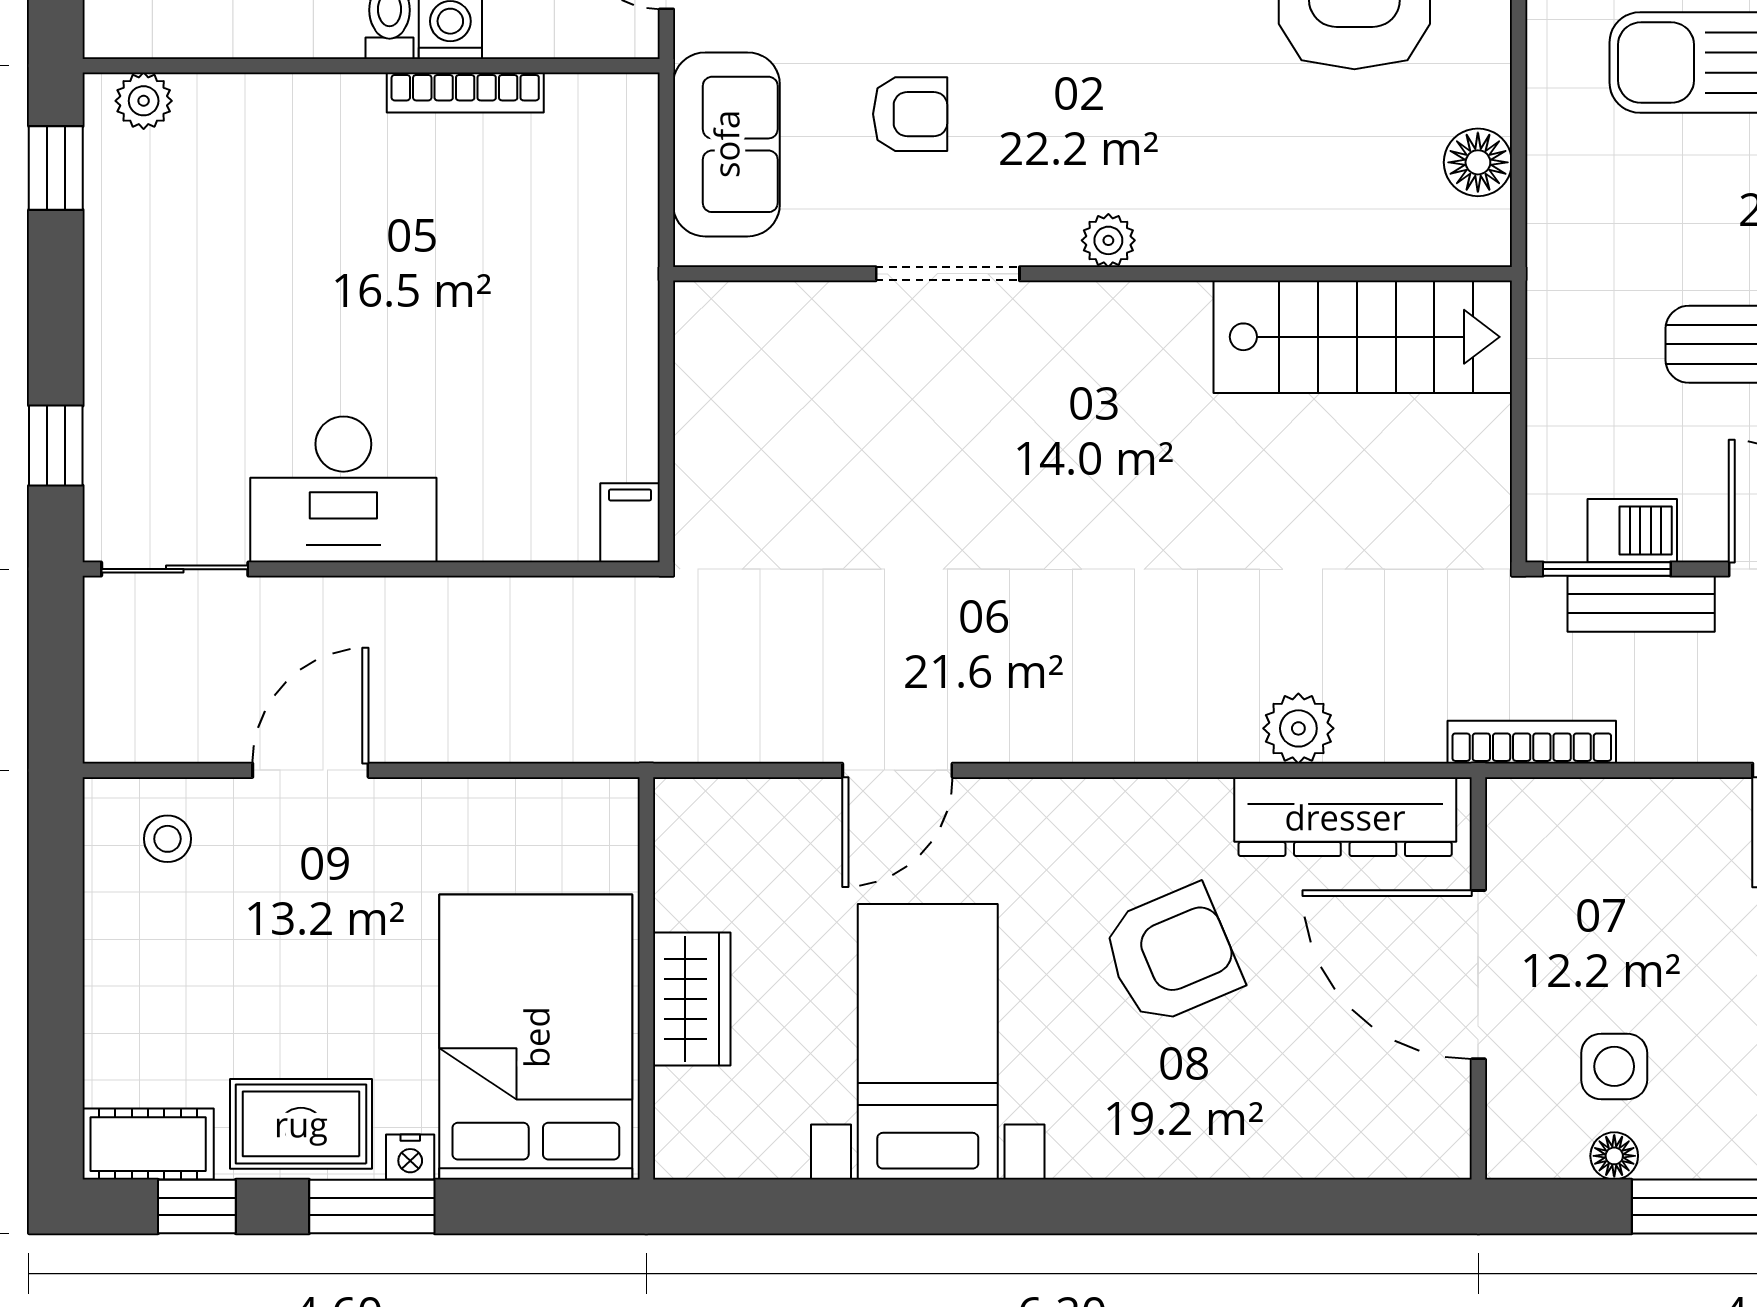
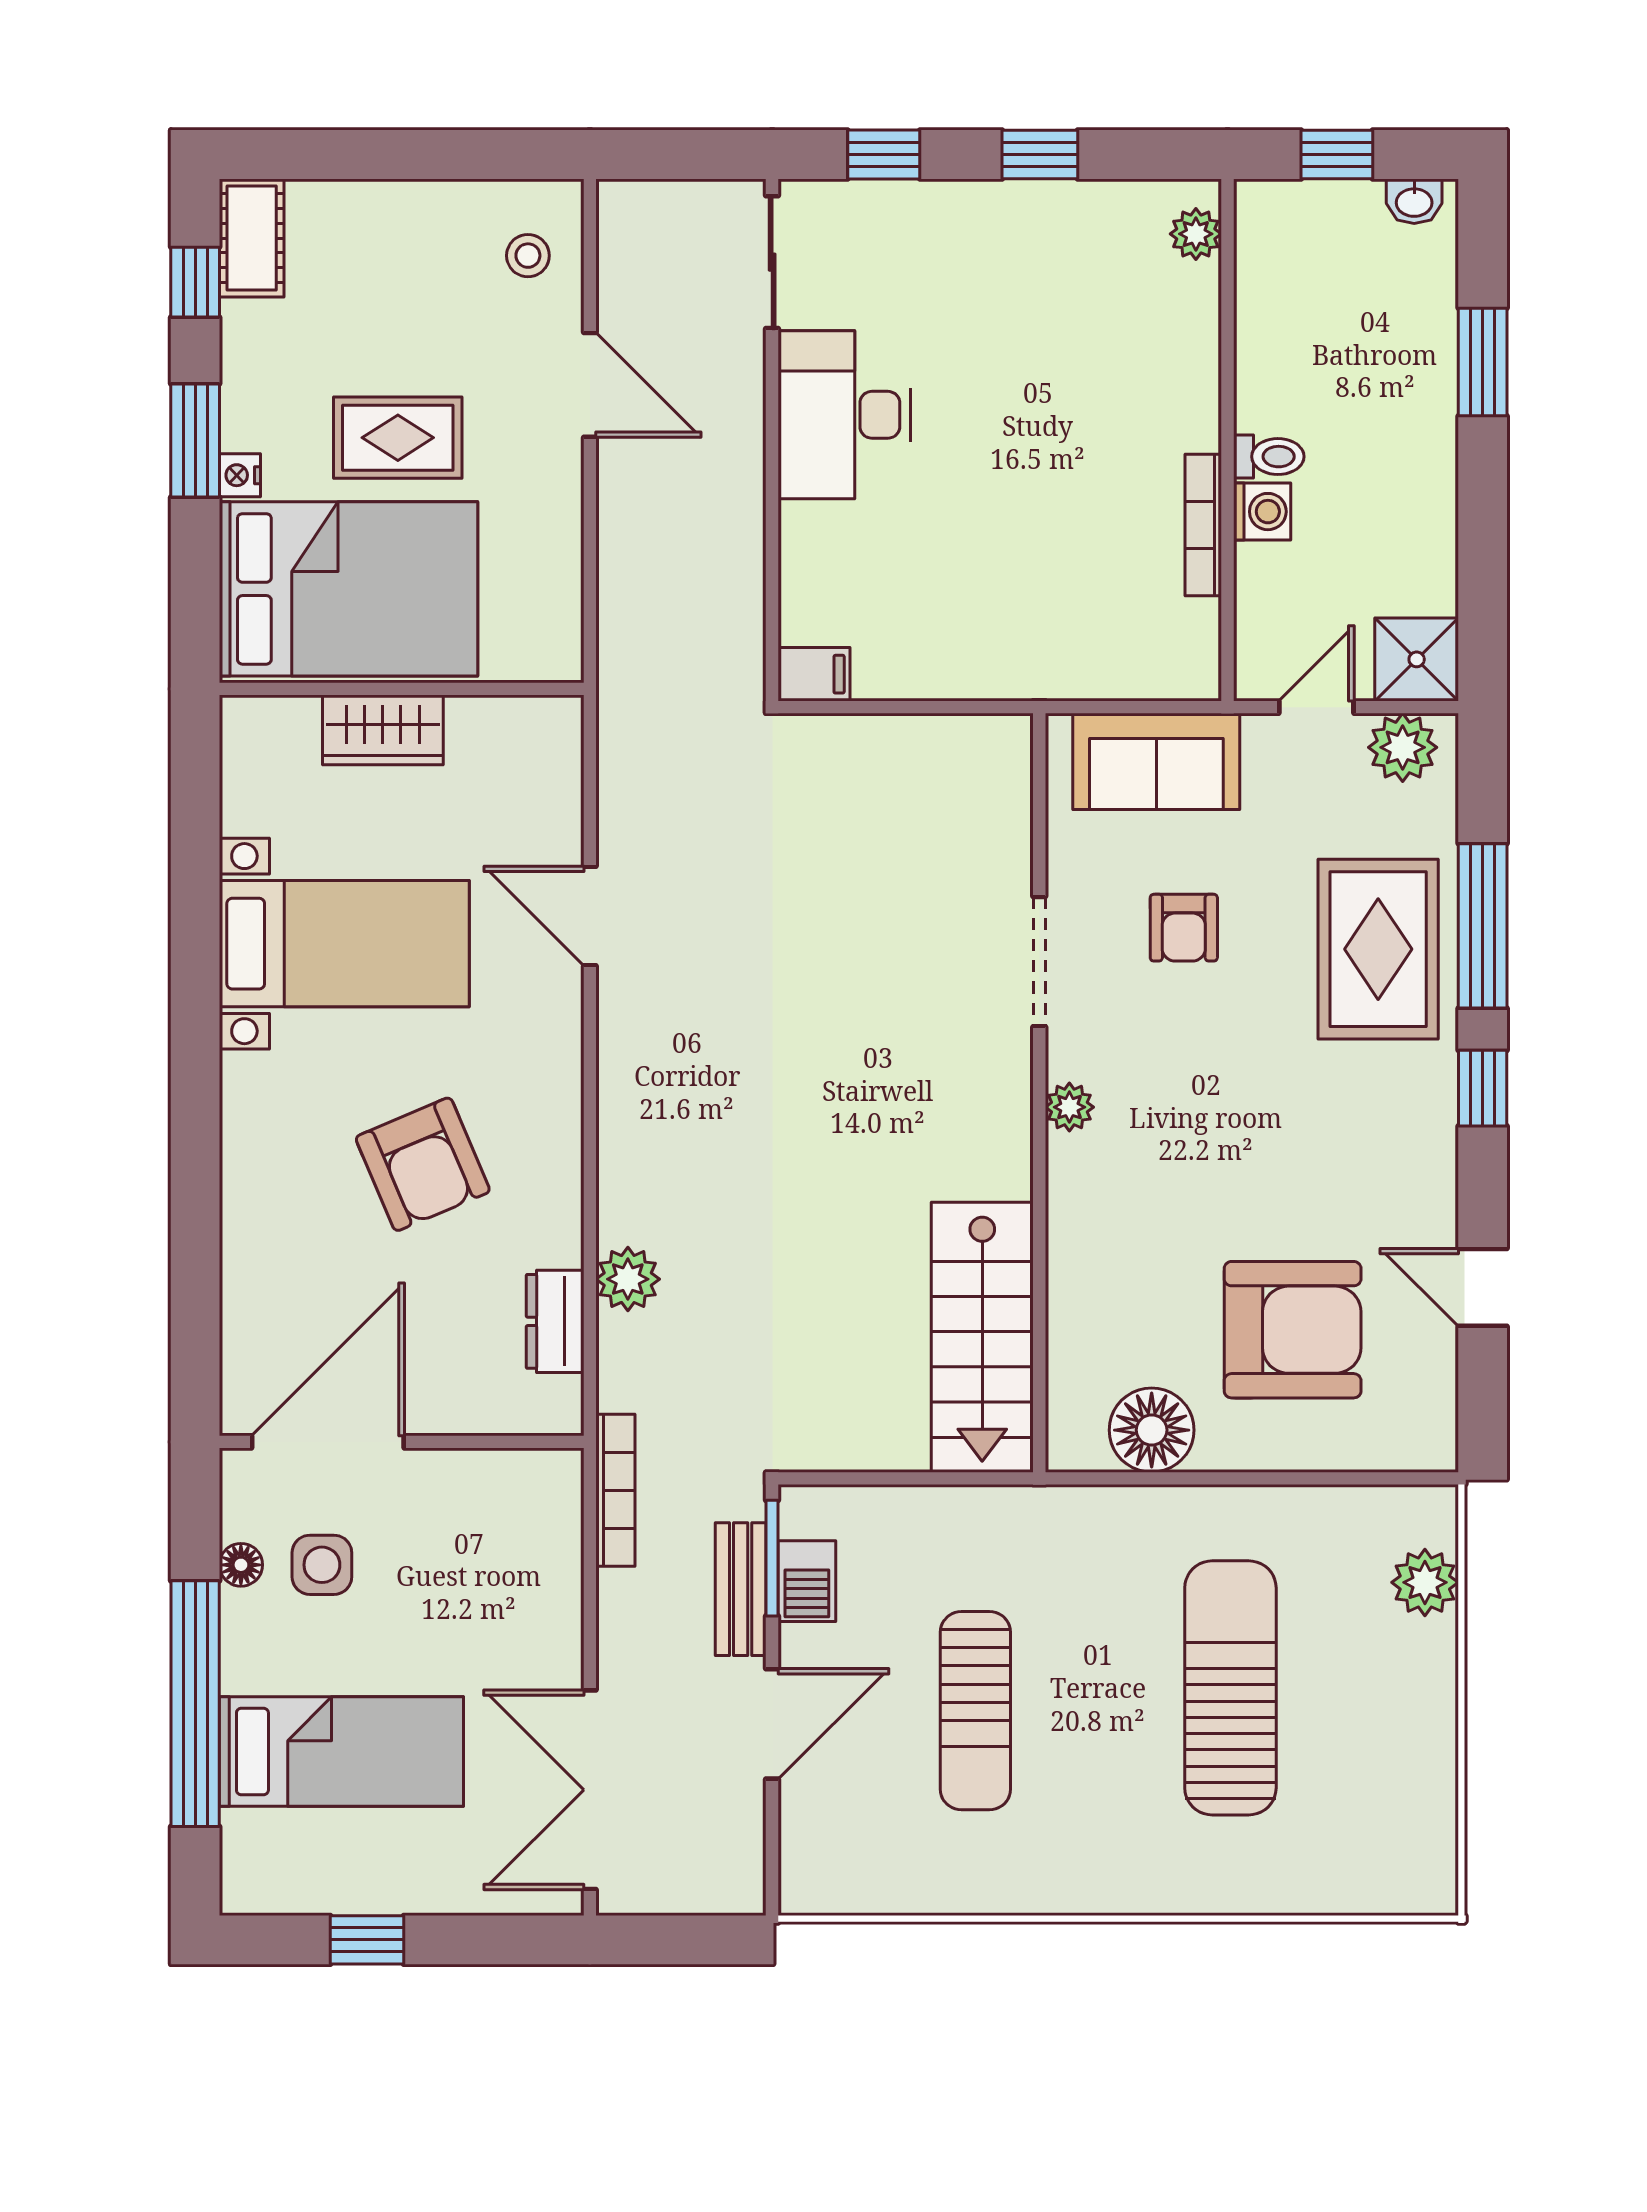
floor lamp: (1478, 162) -> (1152, 1430), width x1.38, depth x1.38
window: (56, 168) -> (1040, 155), moved
dresser: (1345, 817) -> (555, 1321), width x0.51, depth x0.80
door: (1478, 975) -> (328, 1442), moved
rug: (301, 1124) -> (398, 438), moved, turned 90

